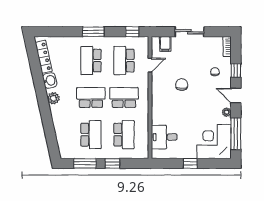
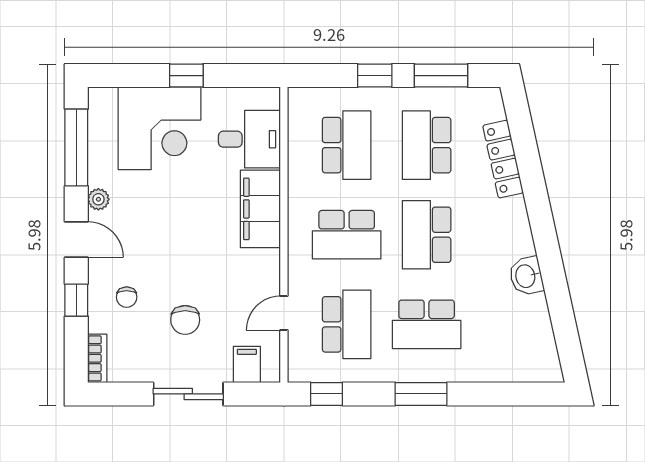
locker: (44, 57) -> (503, 159), moved
school desk: (91, 61) -> (427, 324), turned 90
chair: (182, 85) -> (185, 320), moved
plant: (53, 98) -> (517, 233), removed
school desk: (91, 98) -> (427, 235), turned 90
filing cabinet: (160, 108) -> (260, 209), added
school desk: (124, 135) -> (347, 145), turned 180
corner desk: (214, 142) -> (160, 128), moved

